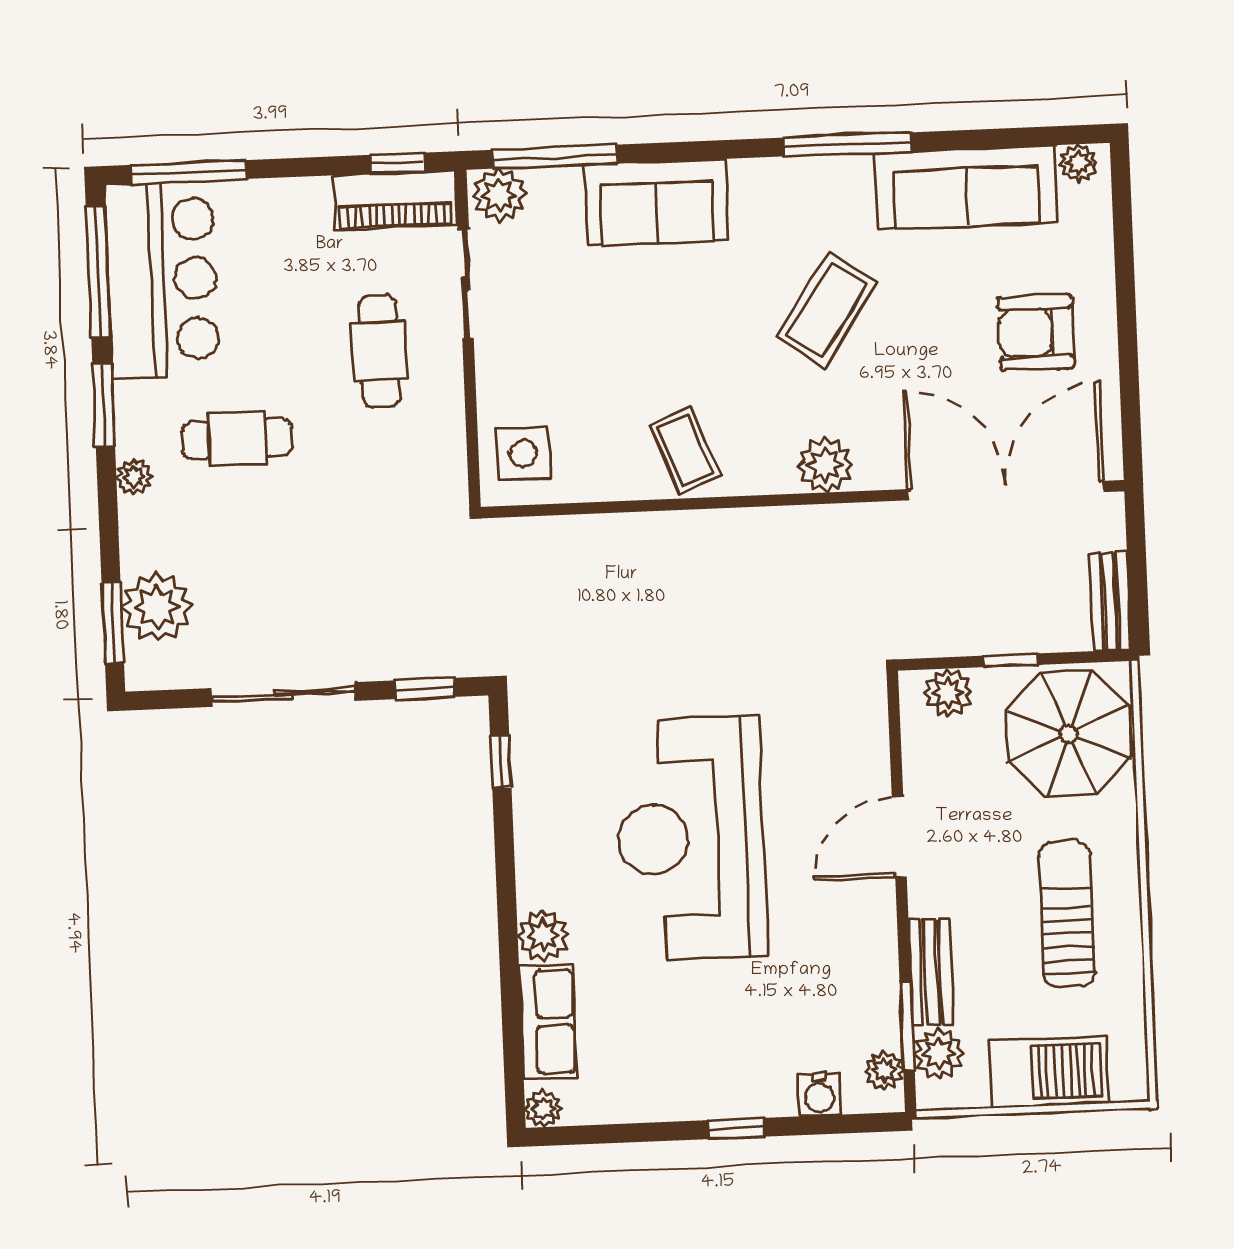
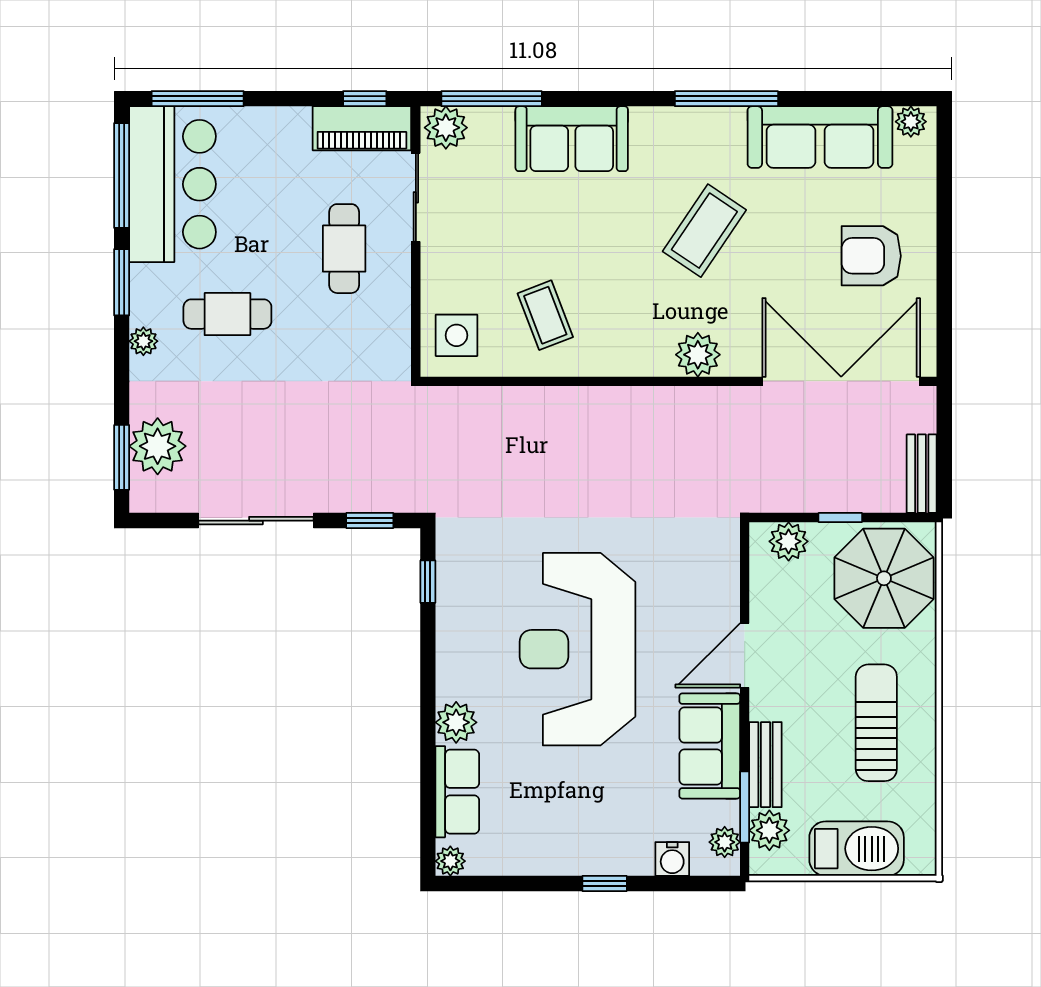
coffee table: (685, 451) -> (545, 315), moved
sofa: (860, 952) -> (710, 746), added

